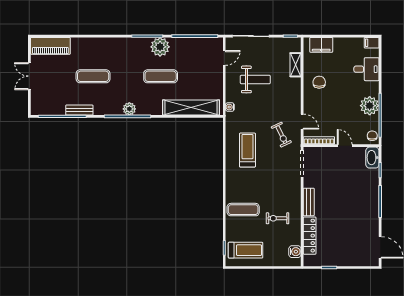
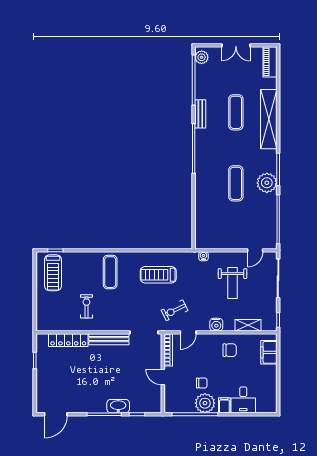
filing cabinet: (372, 43) -> (224, 405), moved
piano: (50, 46) -> (270, 62), width x0.73, depth x0.75
door: (224, 58) -> (255, 250), hinge flipped
double door: (29, 76) -> (236, 45), swing flipped
shelving: (191, 108) -> (269, 119), moved
plant: (129, 109) -> (202, 57), moved
bench: (79, 110) -> (200, 114), moved
chair: (372, 136) -> (202, 383), moved
door: (345, 146) -> (163, 377), swing flipped
treadmill: (247, 150) -> (158, 275), turned 180
washbasin: (372, 158) -> (118, 406), moved
bench: (309, 202) -> (109, 339), width x1.36
exercise mat: (243, 210) -> (110, 272), moved
water cooler: (295, 252) -> (216, 325), moved

